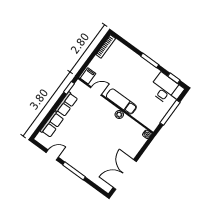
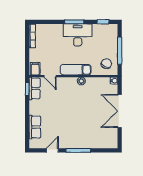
desk: (166, 89) -> (78, 35), moved
door: (96, 91) -> (50, 76), swing flipped
row of seats: (67, 104) -> (35, 88), moved
chair: (151, 115) -> (106, 64), added
double door: (125, 174) -> (120, 111), moved

